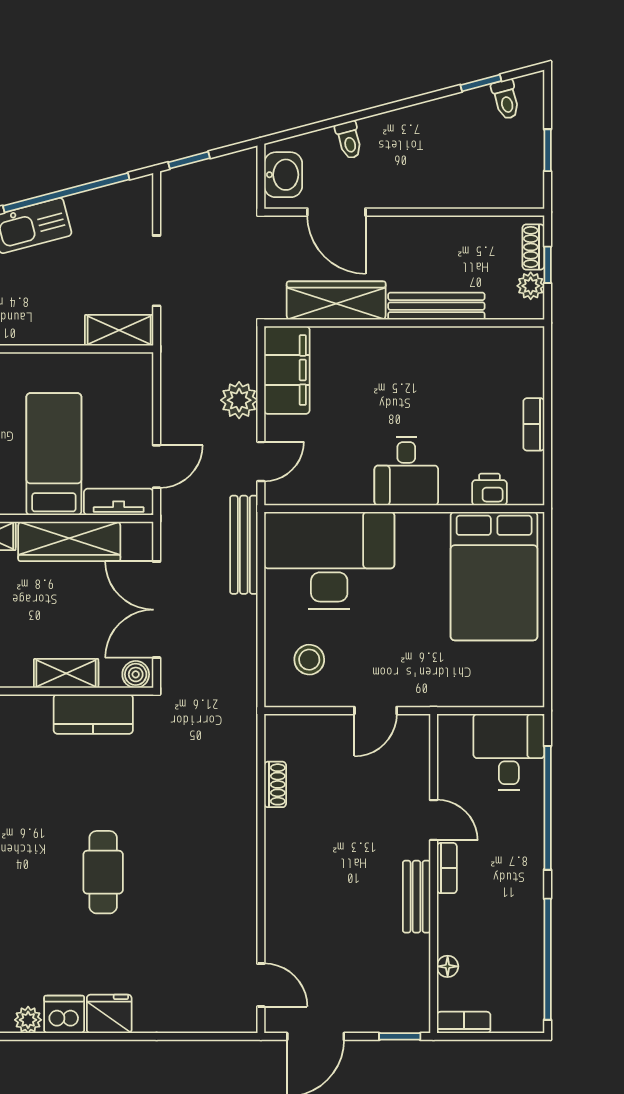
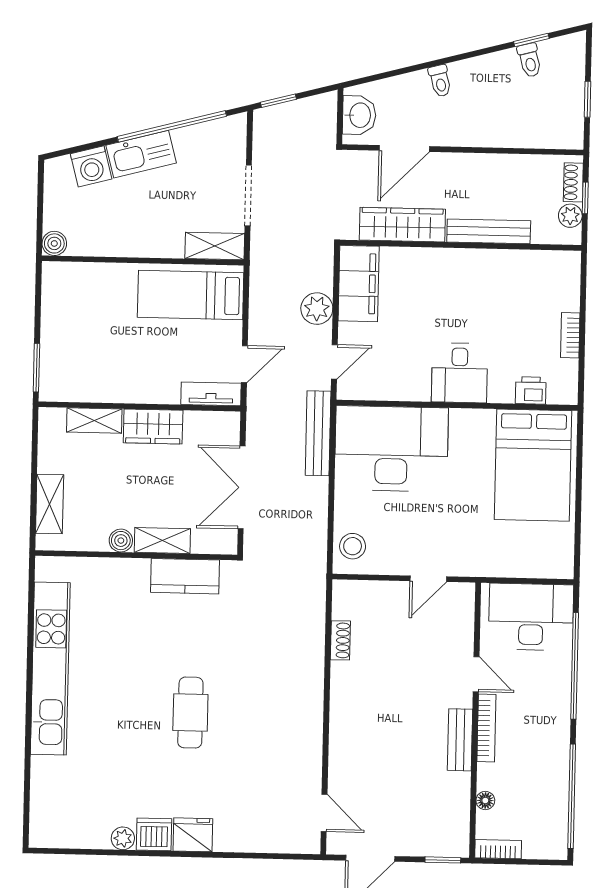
toilet: (506, 99) -> (530, 60), moved
toilet: (349, 140) -> (440, 81), moved
door: (336, 212) -> (404, 148), hinge flipped
bed: (54, 454) -> (191, 295), moved, turned -90
wardrobe: (69, 541) -> (153, 427), width x0.67
stool: (309, 660) -> (353, 546), moved
boiler: (136, 674) -> (121, 541), moved
desk: (509, 752) -> (531, 617), width x1.37
bookcase: (447, 868) -> (486, 728), width x1.56

